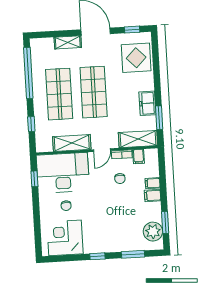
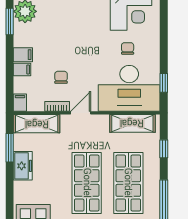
shelving: (72, 143) -> (132, 123), moved
filing cabinet: (139, 156) -> (20, 103), moved

